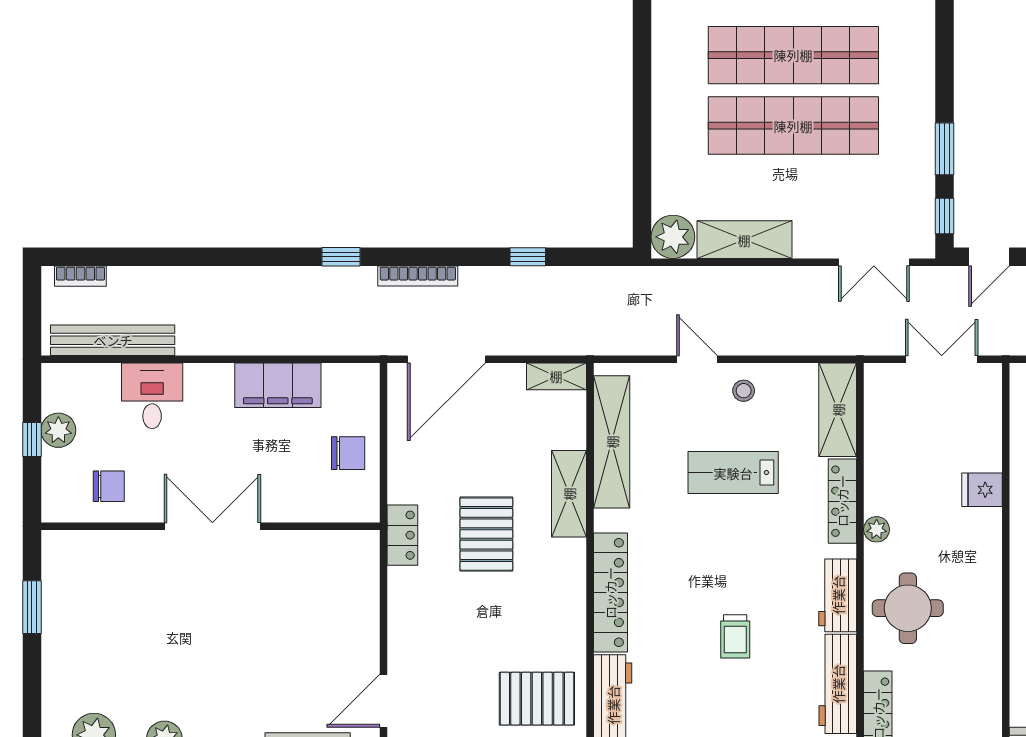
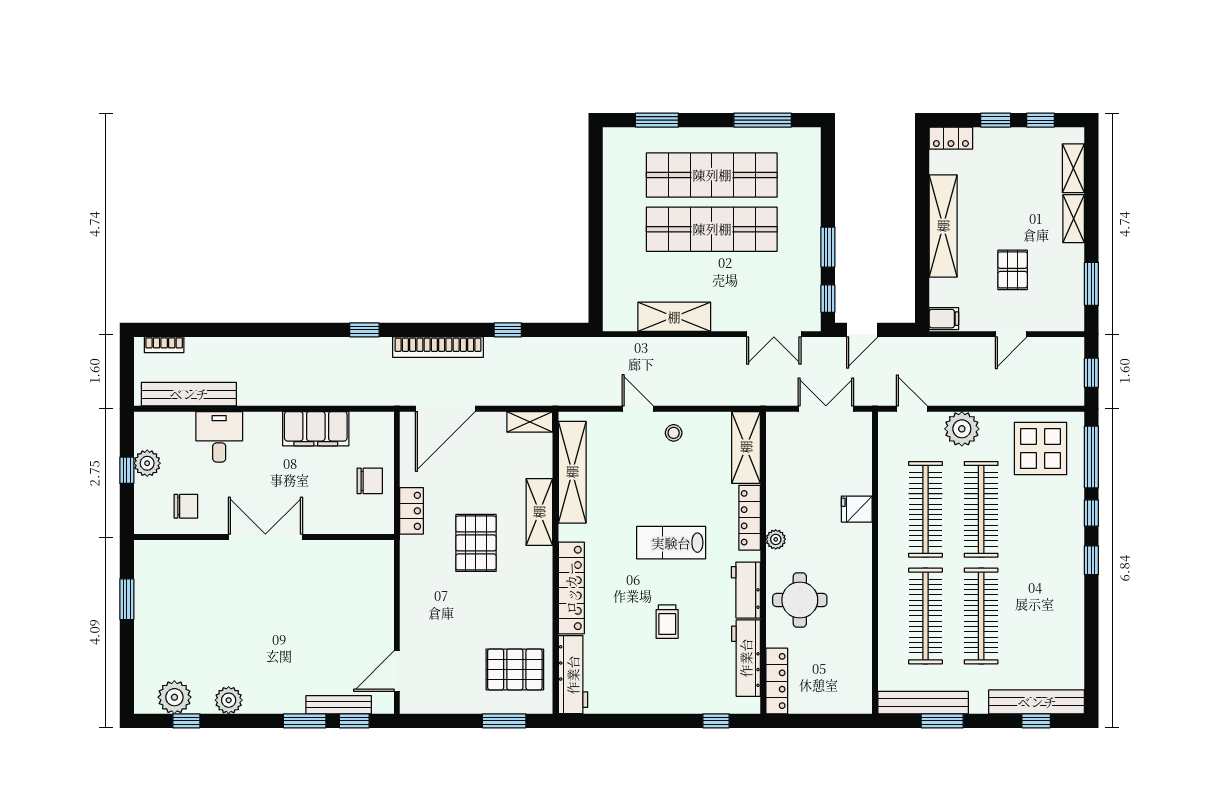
plant: (673, 237) -> (619, 315), removed
bookcase: (418, 276) -> (438, 347), width x1.48, depth x1.31
lab bench: (733, 473) -> (671, 543), moved
locker: (402, 535) -> (411, 511), moved

